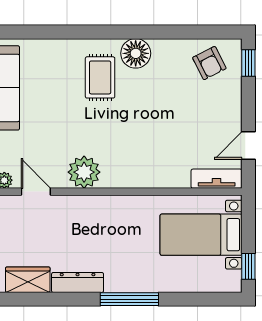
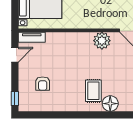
floor lamp: (136, 53) -> (110, 104), moved
armchair: (209, 63) -> (43, 84), moved, turned -153

